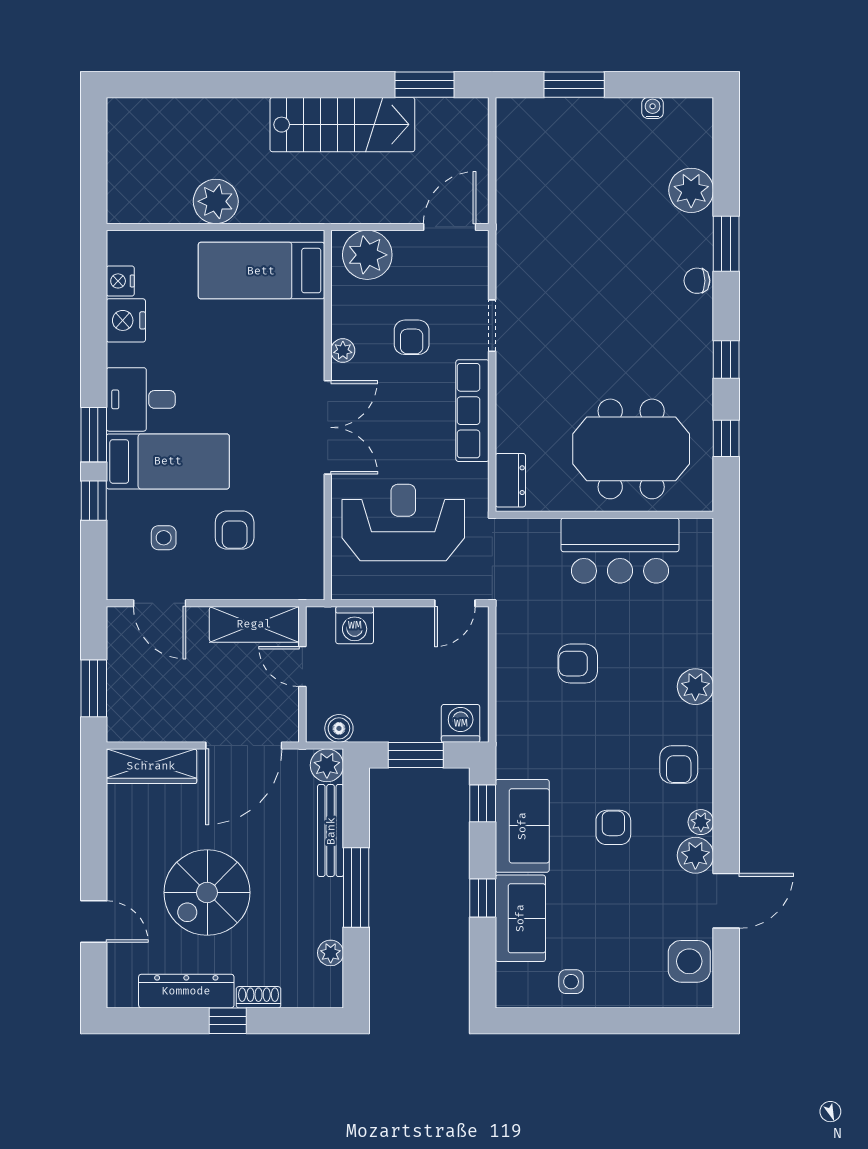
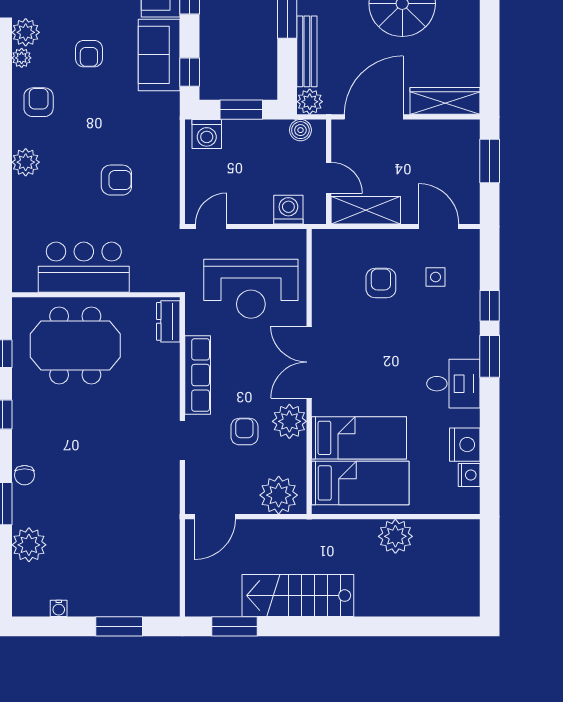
chair: (697, 281) -> (25, 475), turned 90
plant: (343, 351) -> (289, 421), width x1.88, depth x1.88
bed: (168, 461) -> (359, 438), moved, turned 180

